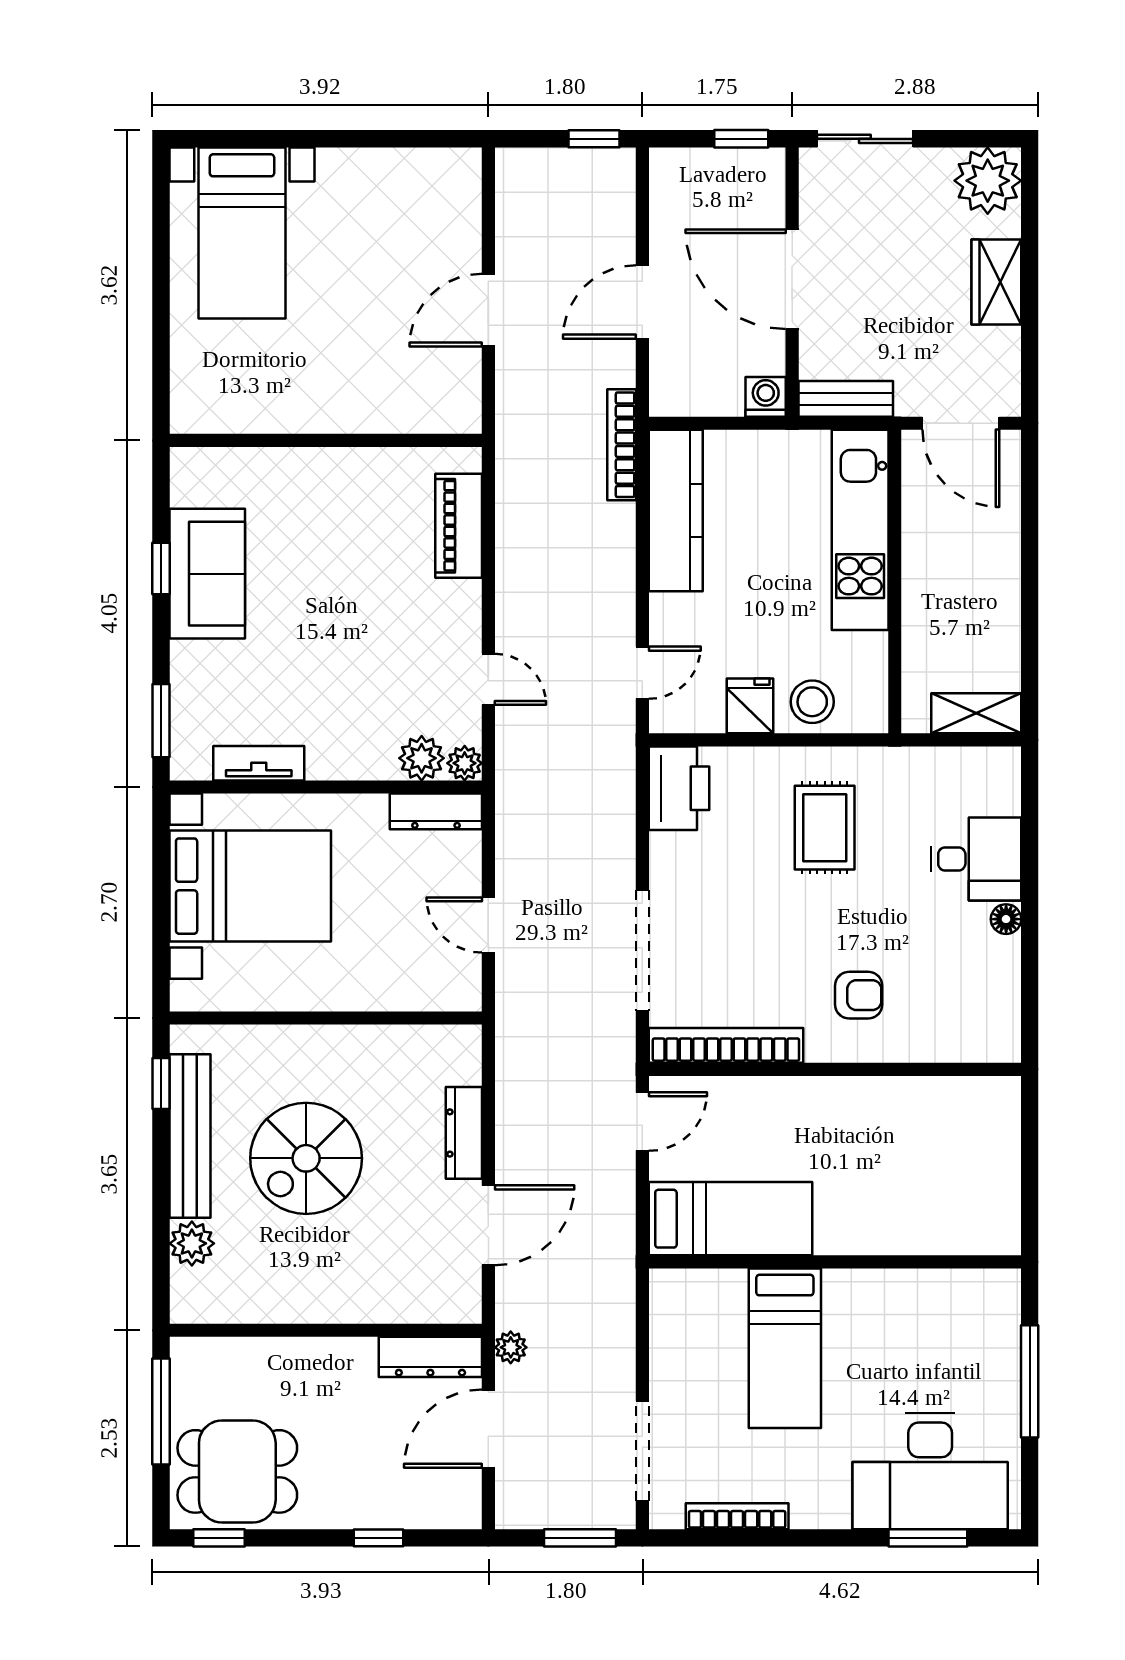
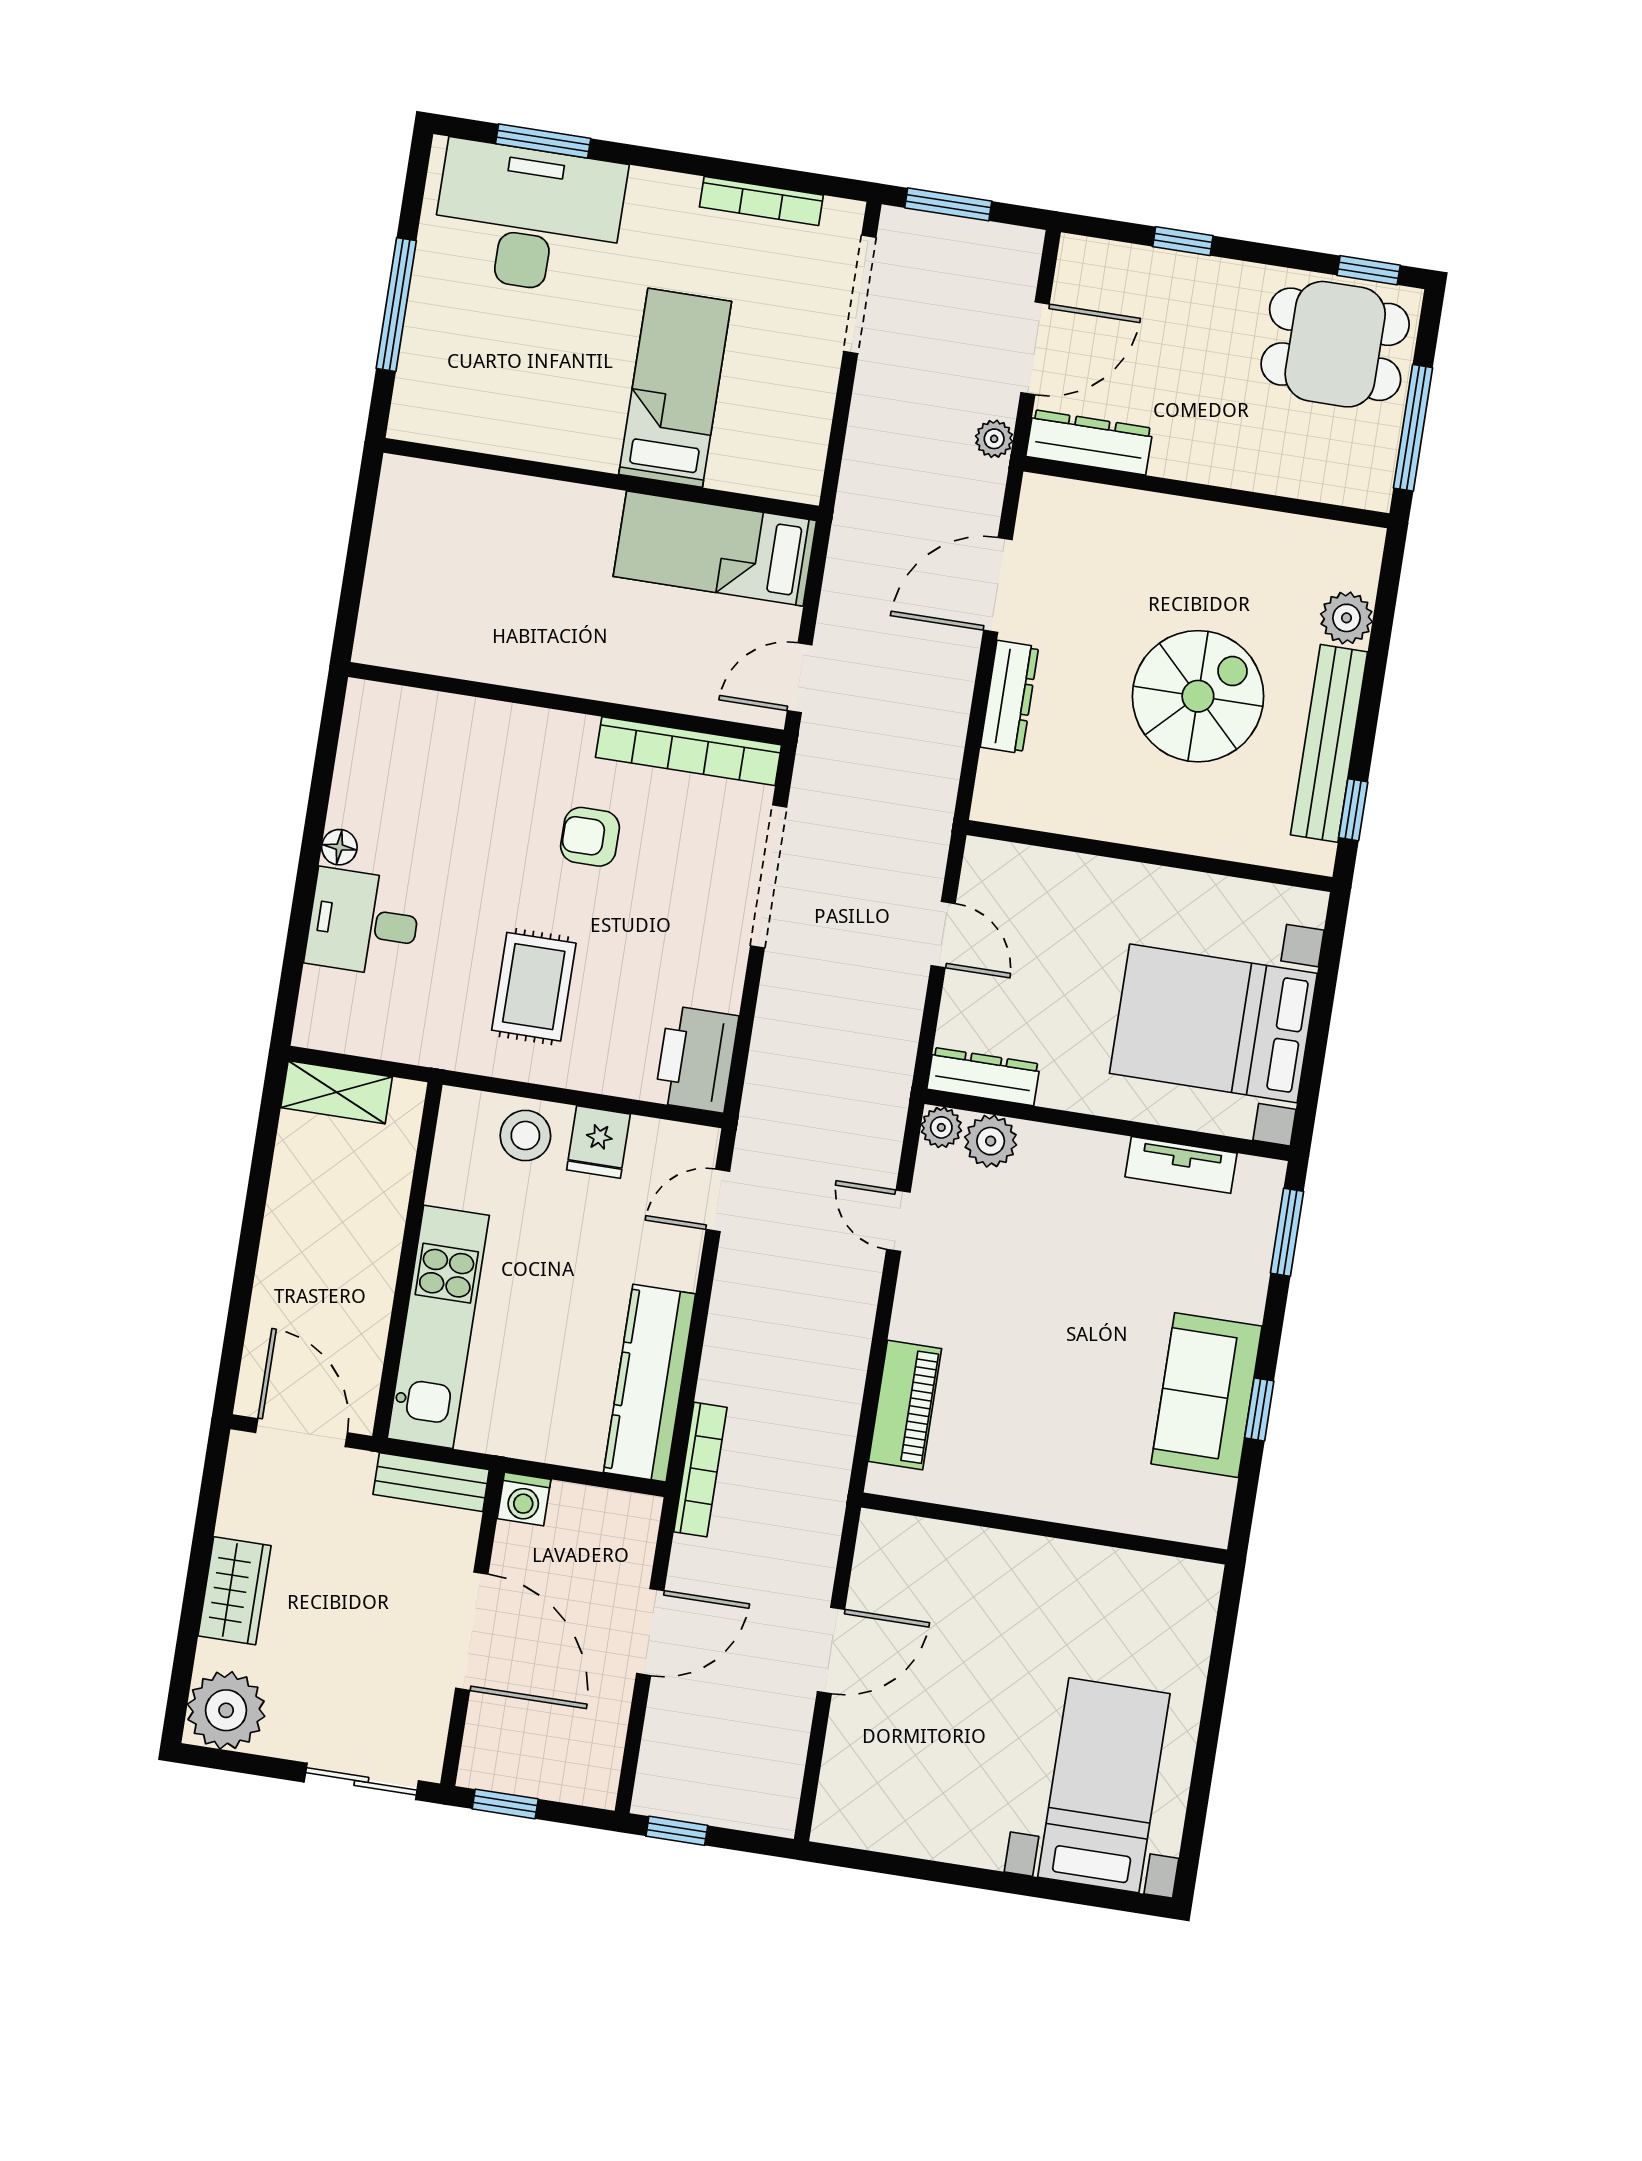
armchair: (859, 995) -> (590, 837), moved

